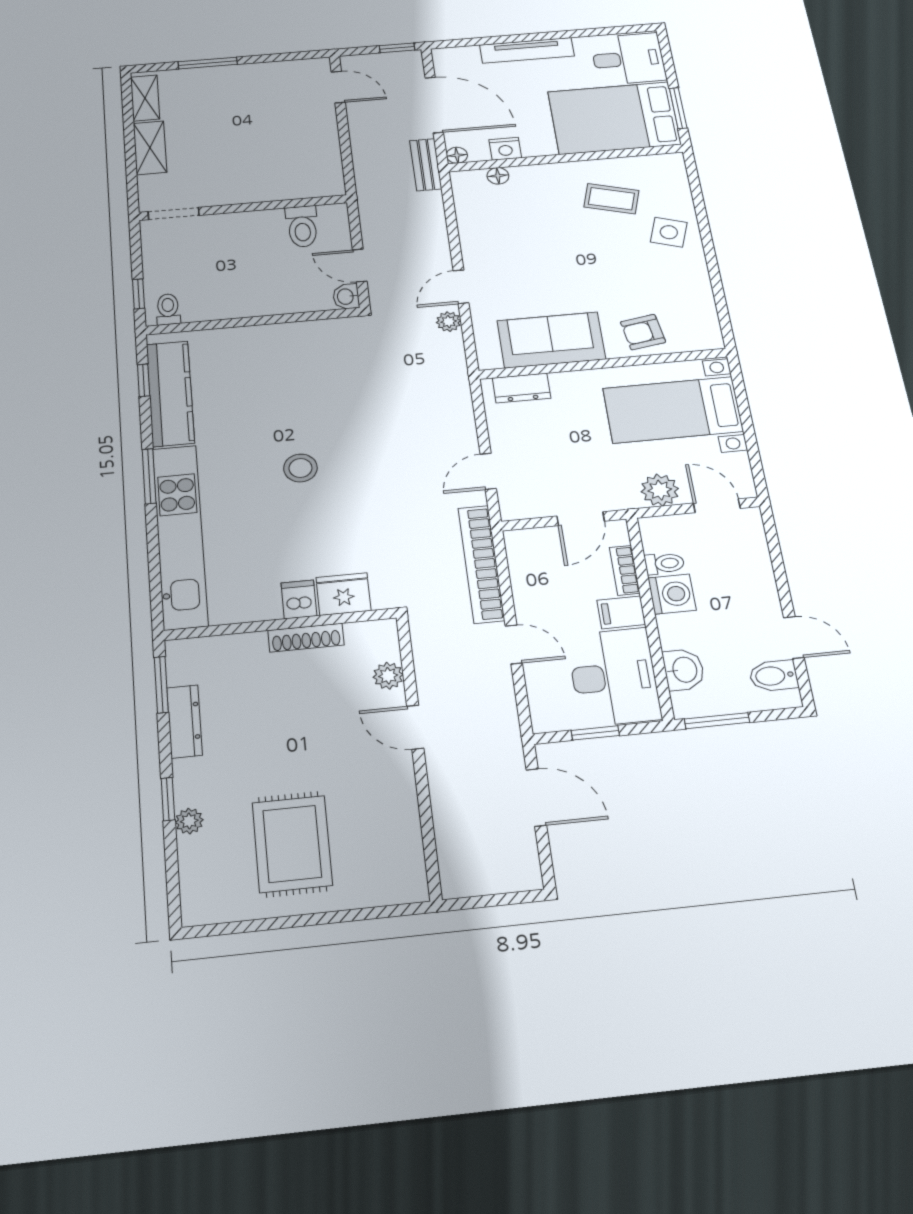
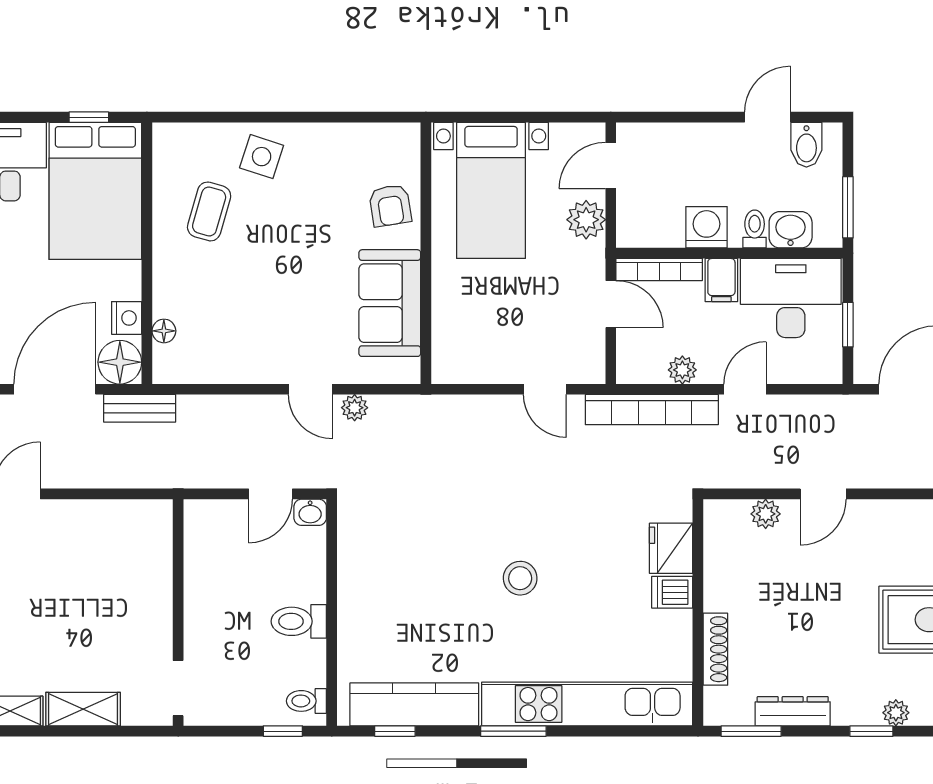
window: (678, 108) -> (89, 117), width x0.67
floor lamp: (457, 155) -> (120, 362), width x1.89, depth x1.89
toilet: (302, 226) -> (299, 621), moved, turned 180
dresser: (521, 388) -> (447, 342), removed
toilet: (664, 563) -> (755, 229), moved
bookcase: (625, 570) -> (659, 270), width x1.56
plant: (525, 587) -> (682, 370), added
shoe rack: (306, 638) -> (715, 649), moved

